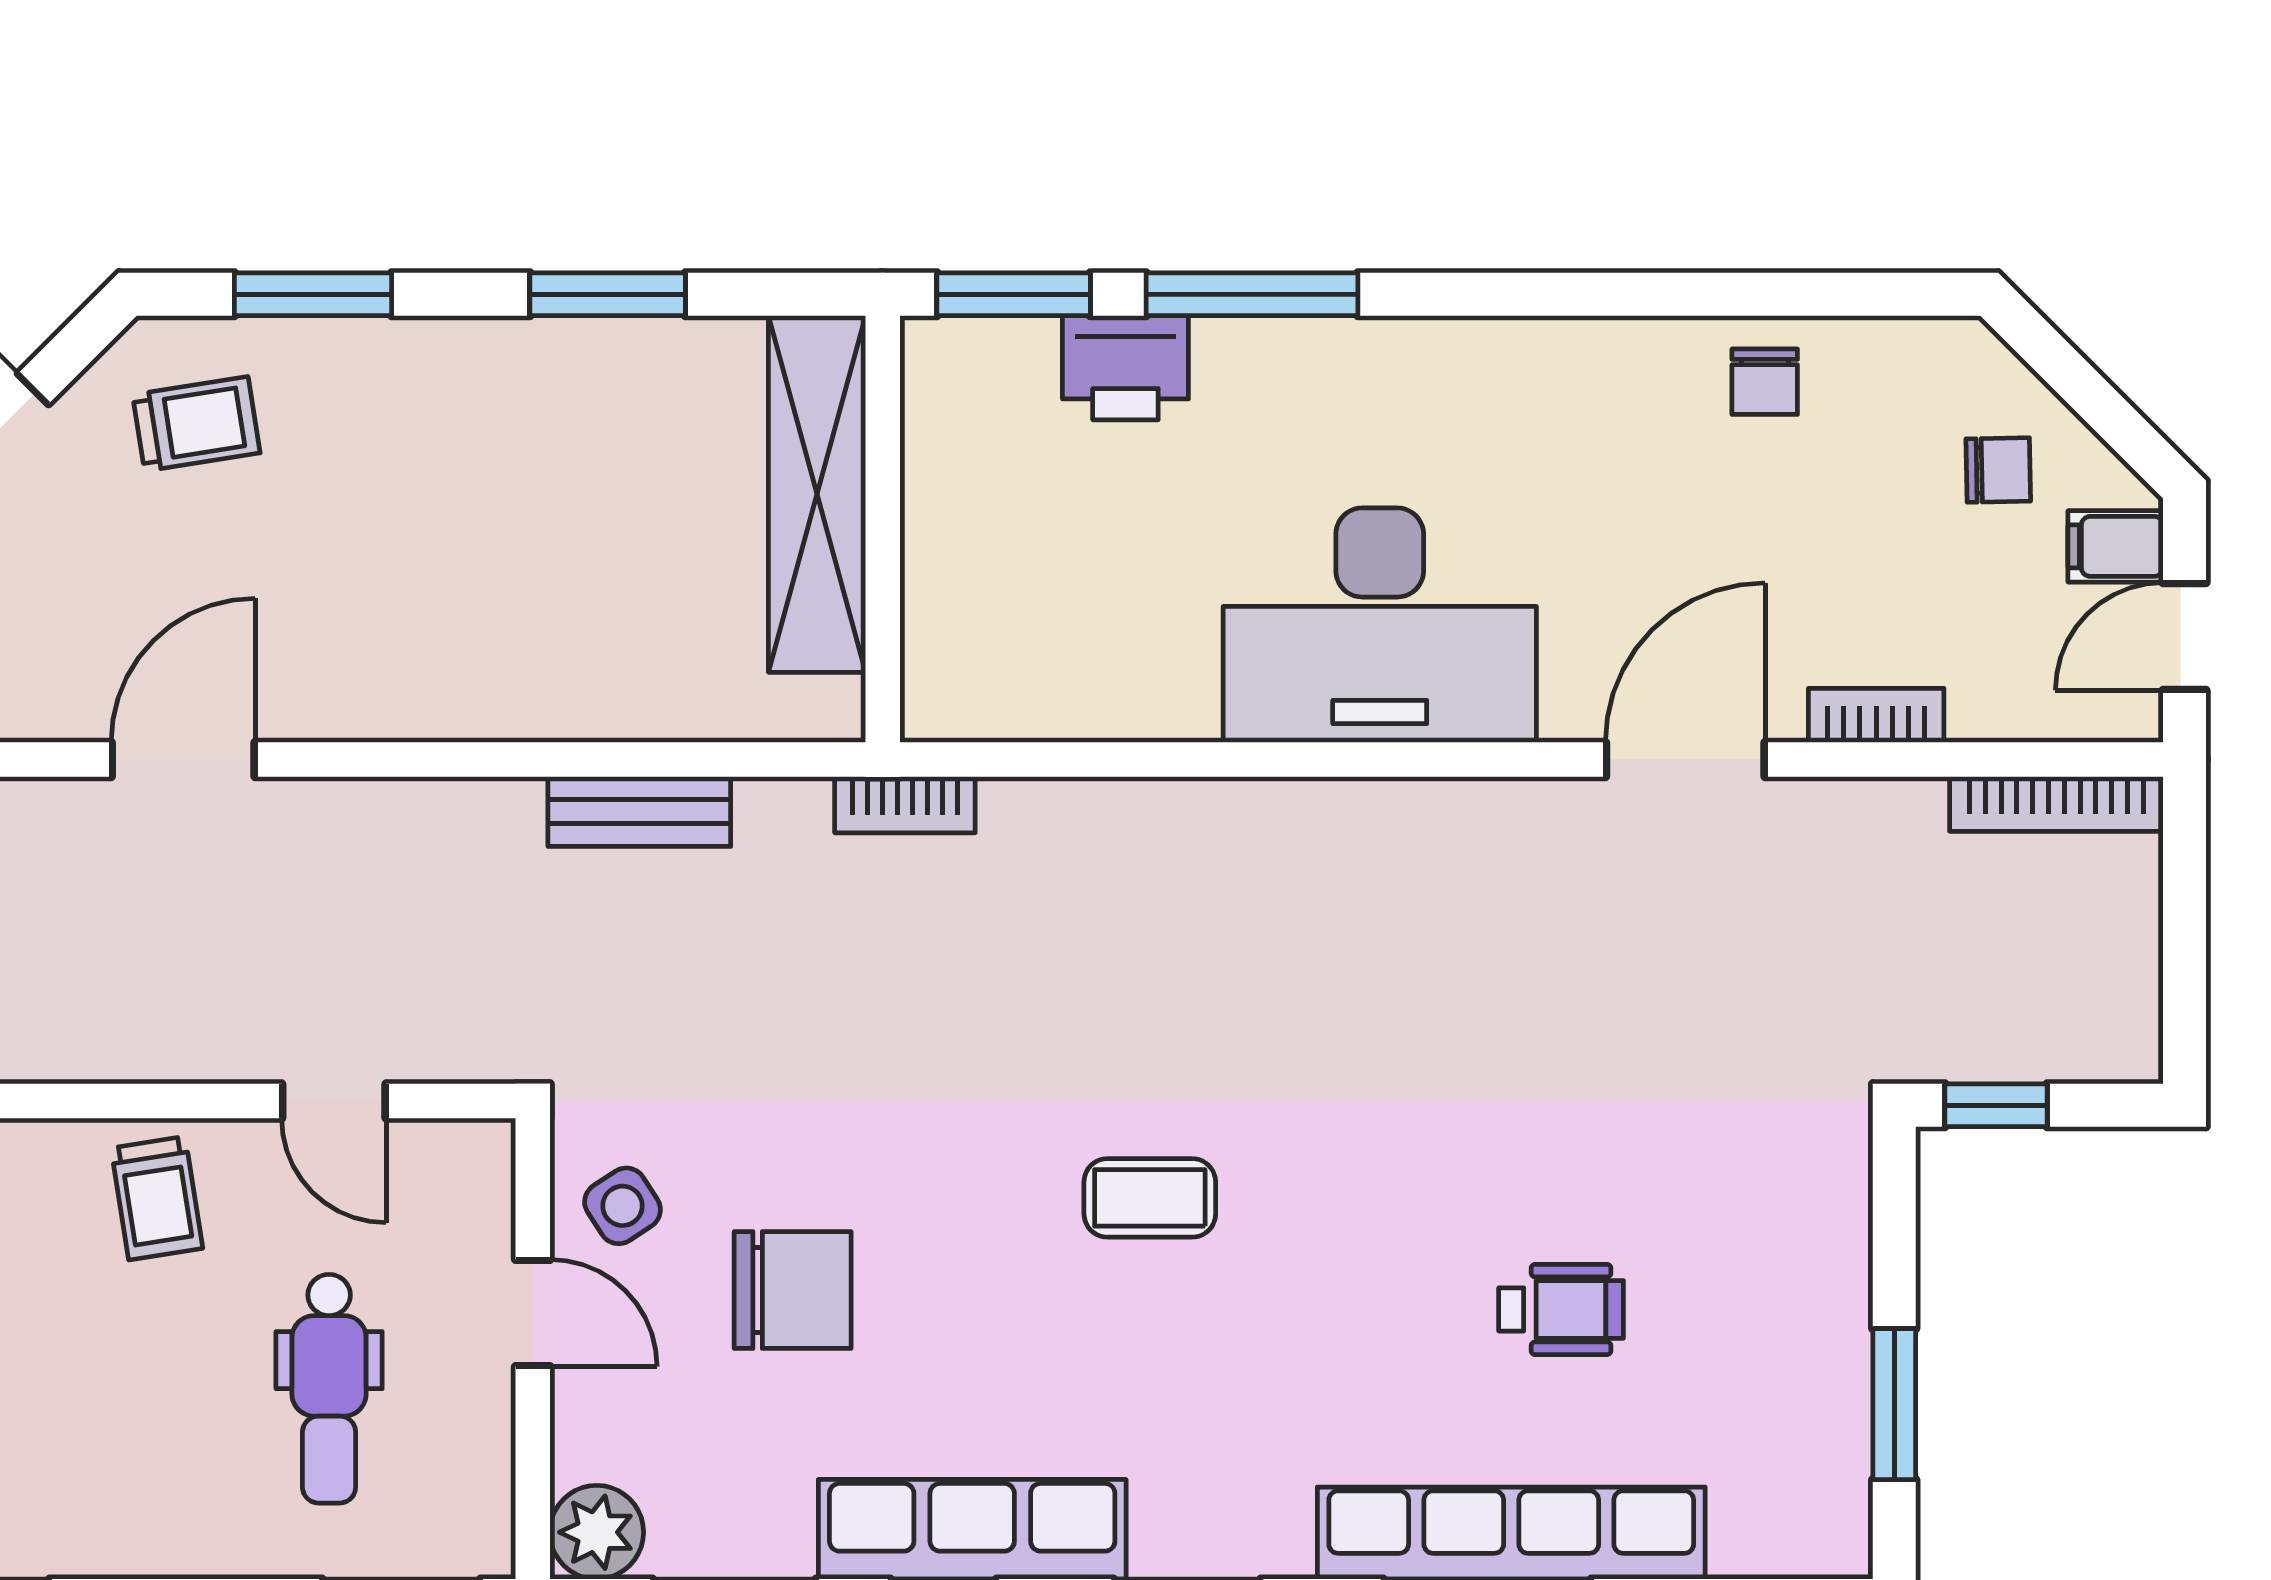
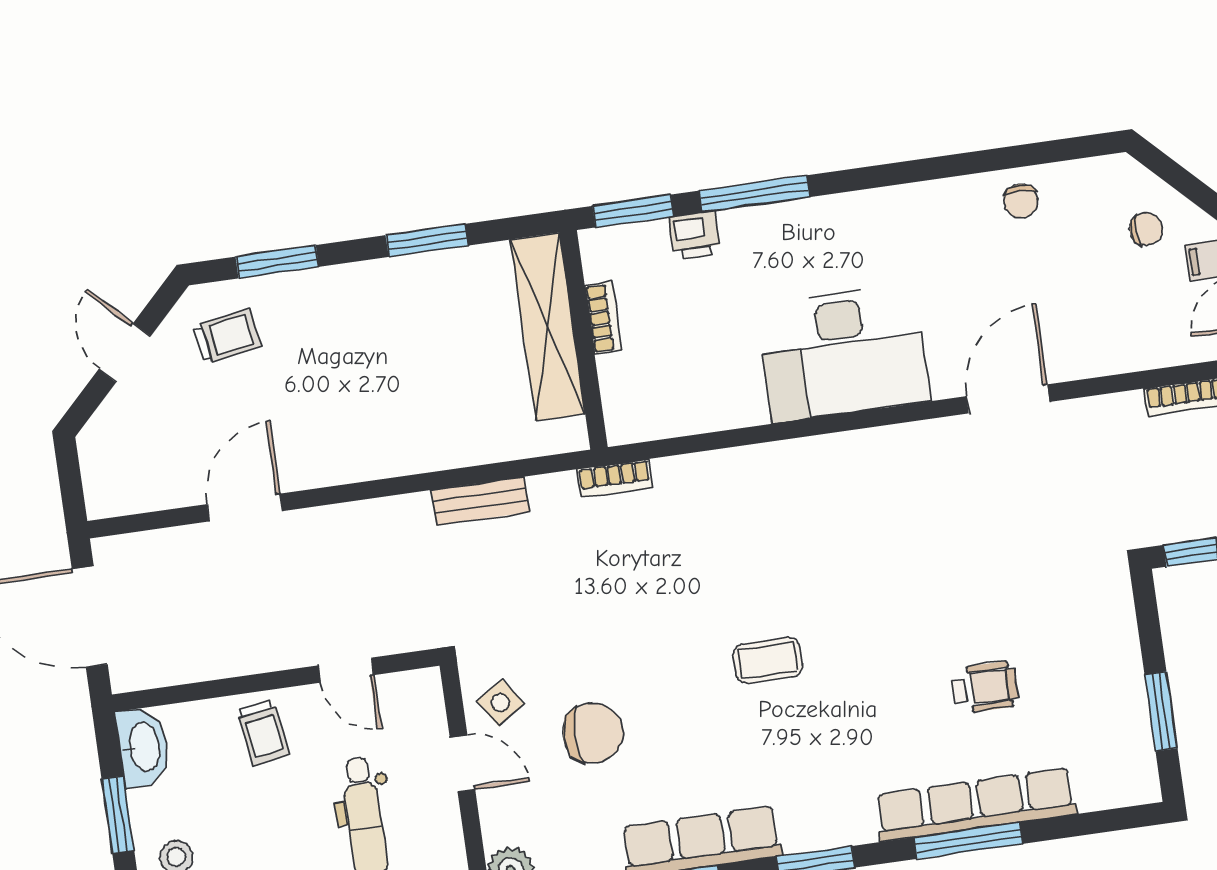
printer: (1125, 368) -> (695, 235), width x0.73, depth x0.81
bookcase: (1876, 715) -> (603, 318), moved, turned 90

